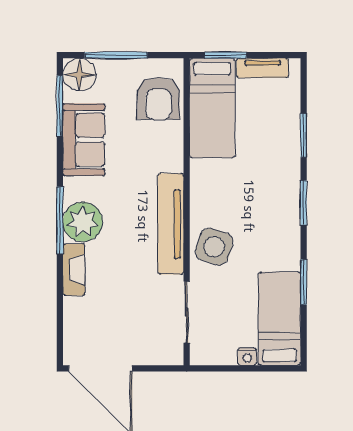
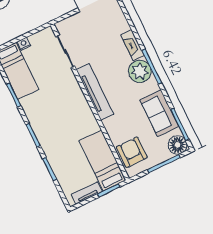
side table: (214, 247) -> (67, 91), removed

